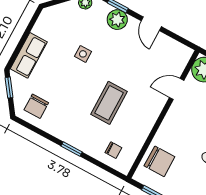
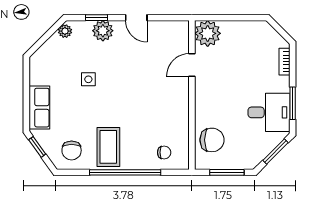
coffee table: (109, 103) -> (108, 147), moved
window: (72, 149) -> (125, 172), width x3.17

